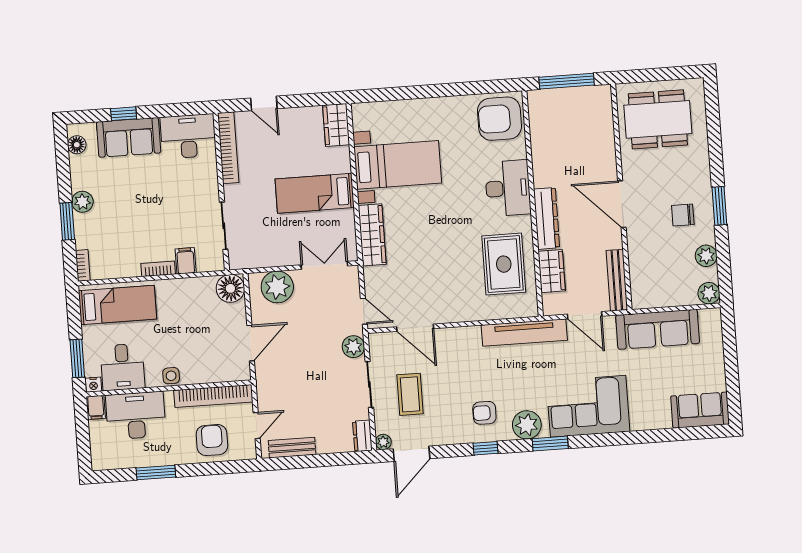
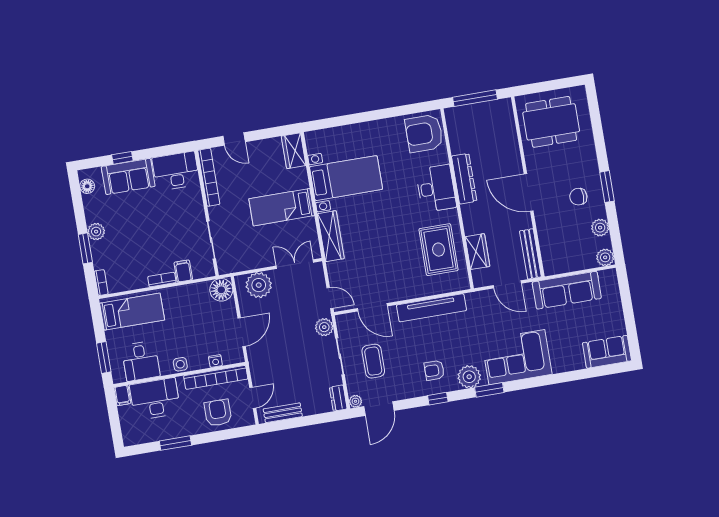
dresser: (547, 218) -> (464, 179), moved
tv unit: (524, 333) -> (431, 308), moved
nightstand: (93, 385) -> (215, 361), moved

